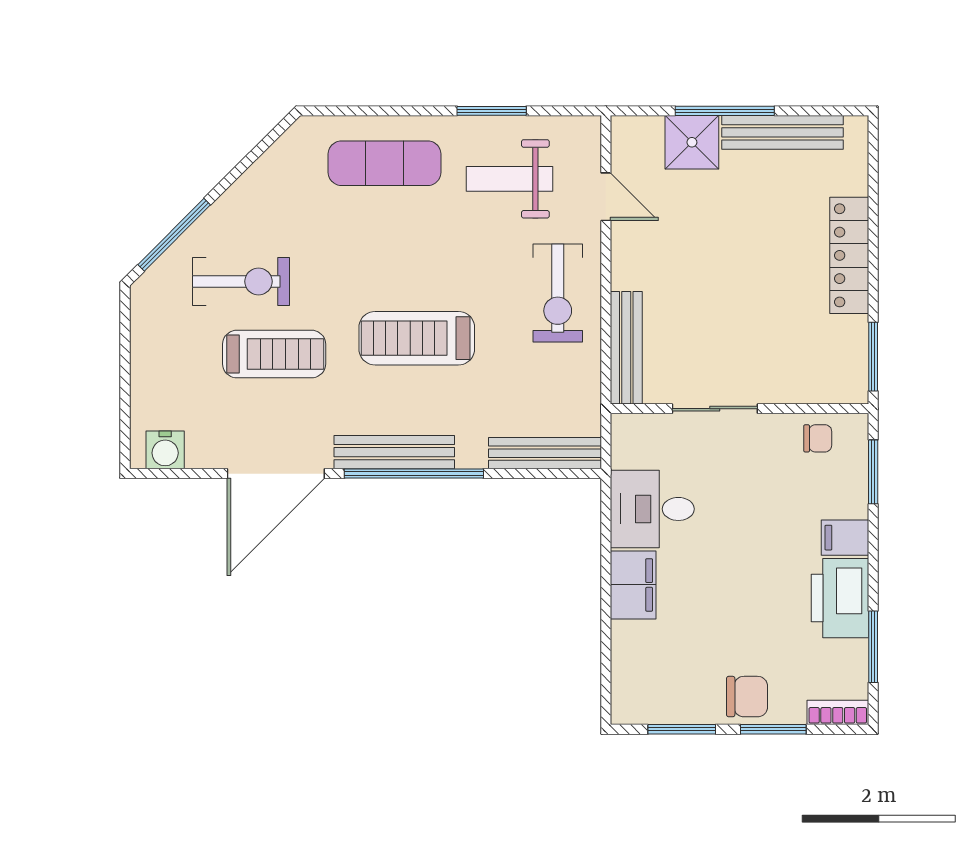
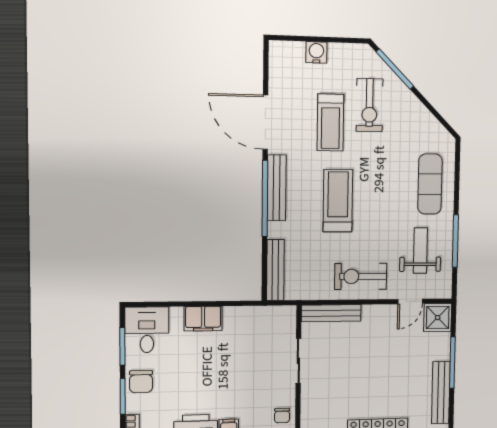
window: (492, 111) -> (455, 241), width x1.44
shower: (692, 142) -> (438, 318), moved
water cooler: (165, 450) -> (316, 52), moved, turned 90
desk: (652, 509) -> (147, 330), moved

